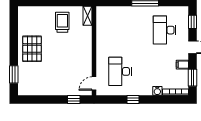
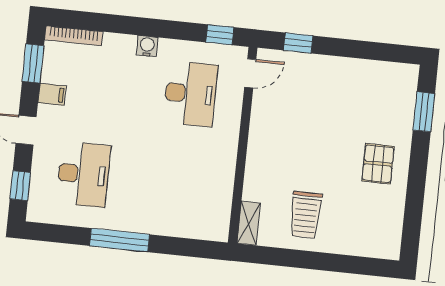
pallet: (32, 49) -> (378, 164), width x0.67, depth x0.71
water cooler: (157, 91) -> (147, 46), moved
window: (133, 99) -> (220, 35), moved

